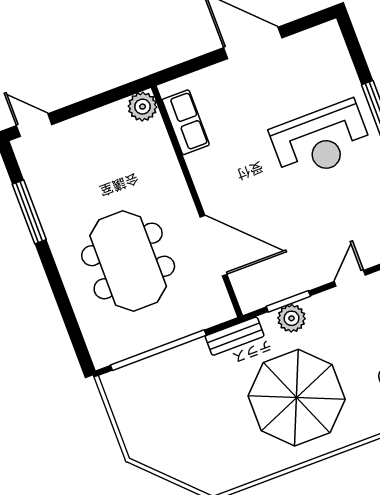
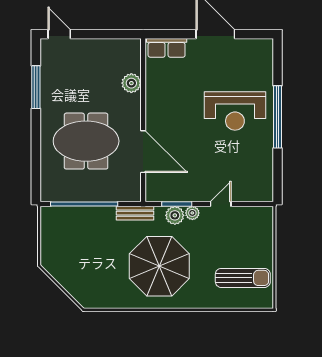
plant: (143, 107) -> (131, 83), moved
row of seats: (186, 122) -> (167, 48), moved, turned 90
meeting table: (128, 261) -> (86, 141), turned 90
plant: (315, 306) -> (192, 213), added

